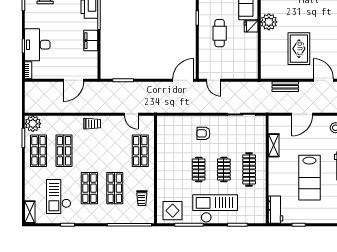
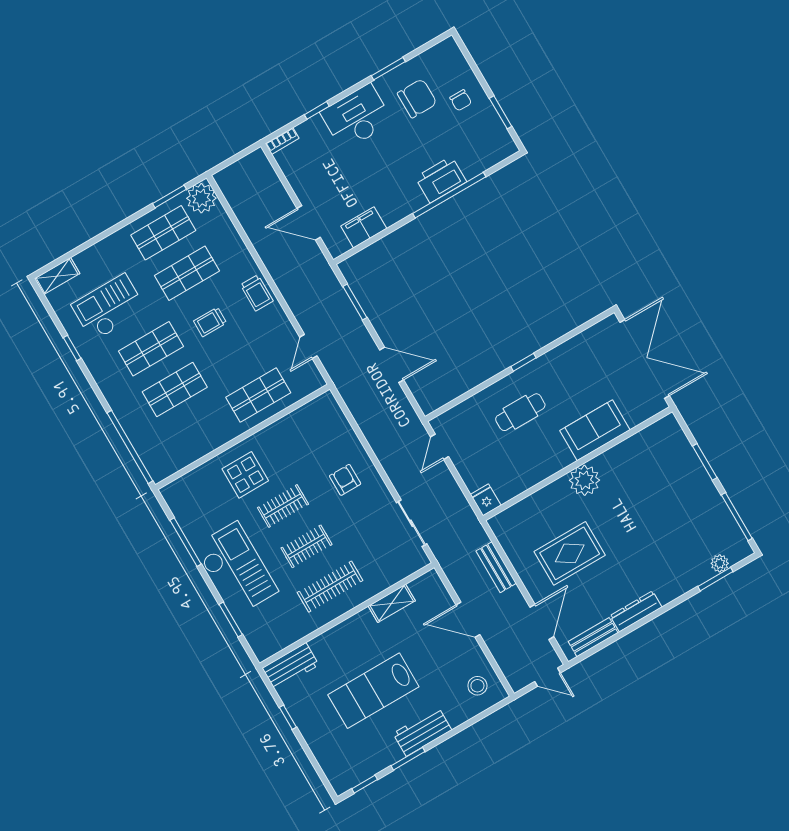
fridge: (251, 26) -> (486, 500), moved
filing cabinet: (91, 41) -> (364, 227), moved
desk: (37, 45) -> (357, 117), moved
door: (183, 80) -> (392, 365), moved
trolley: (142, 198) -> (210, 322), moved
display table: (173, 211) -> (245, 475), moved

